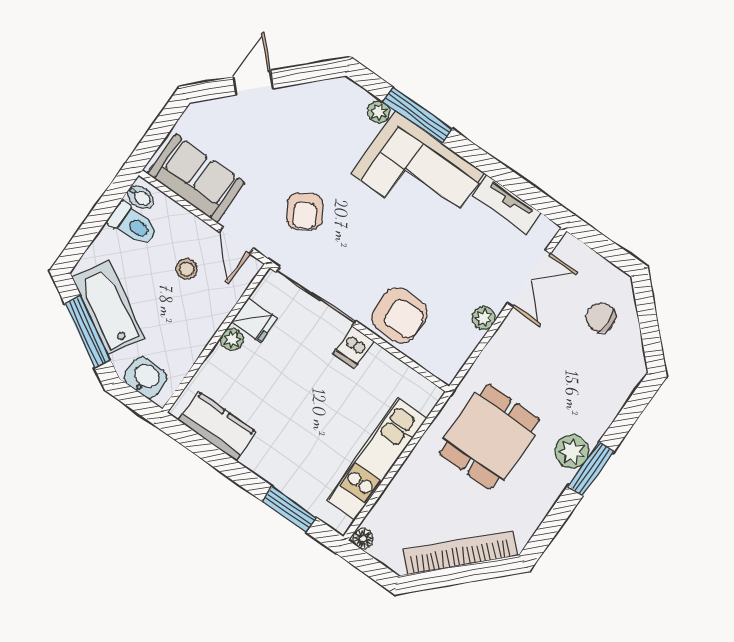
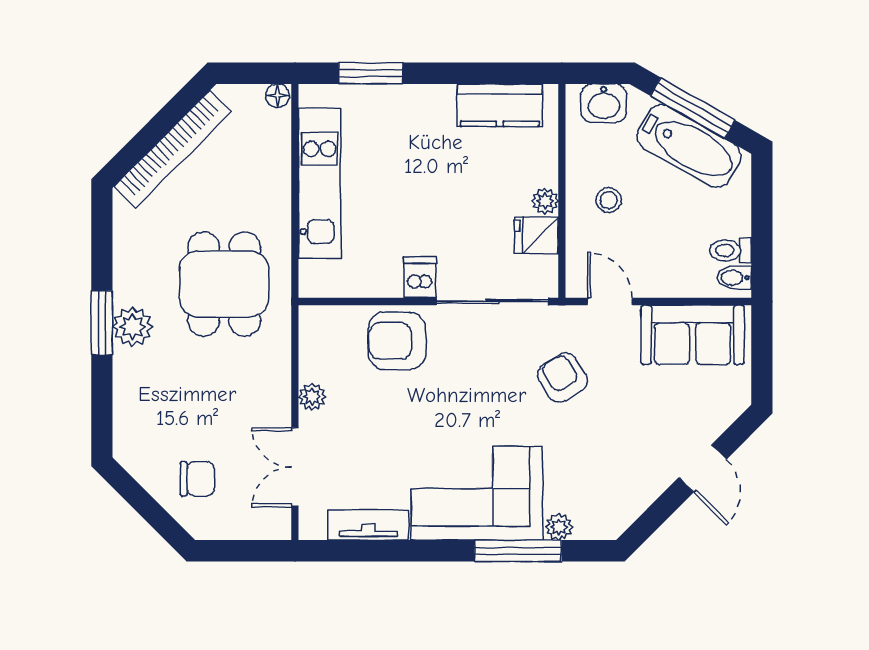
toilet: (133, 224) -> (731, 250), width x0.73, depth x0.72
stool: (187, 269) -> (609, 200), moved

